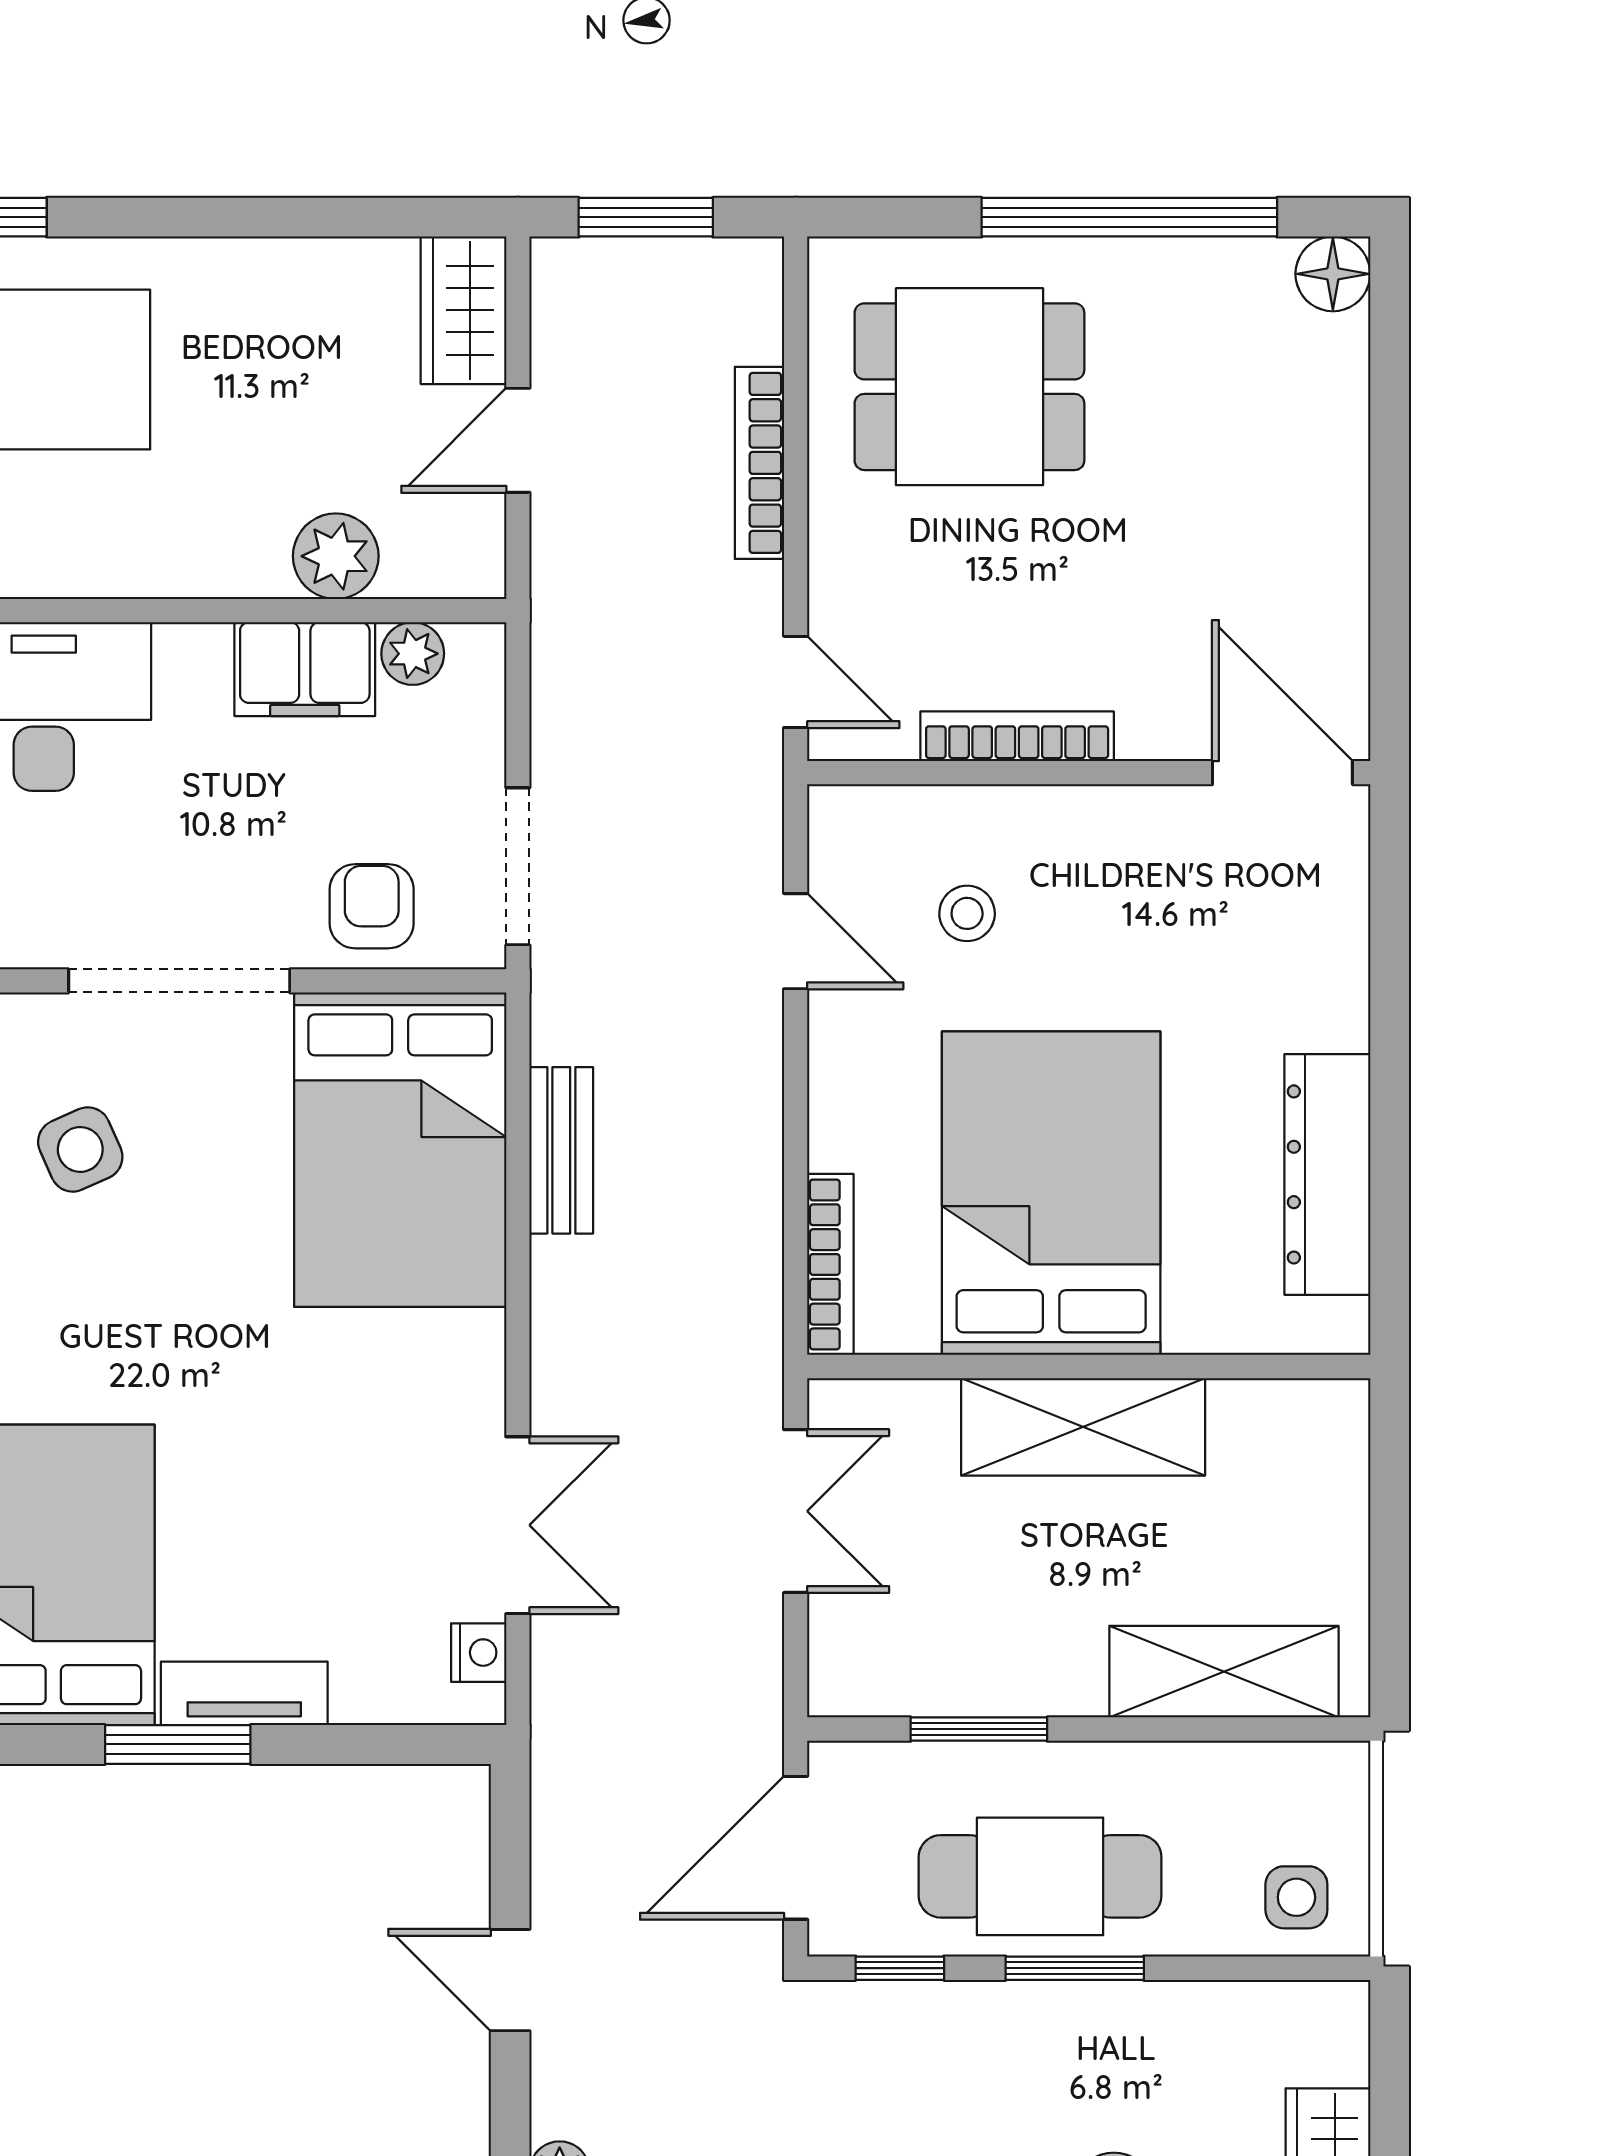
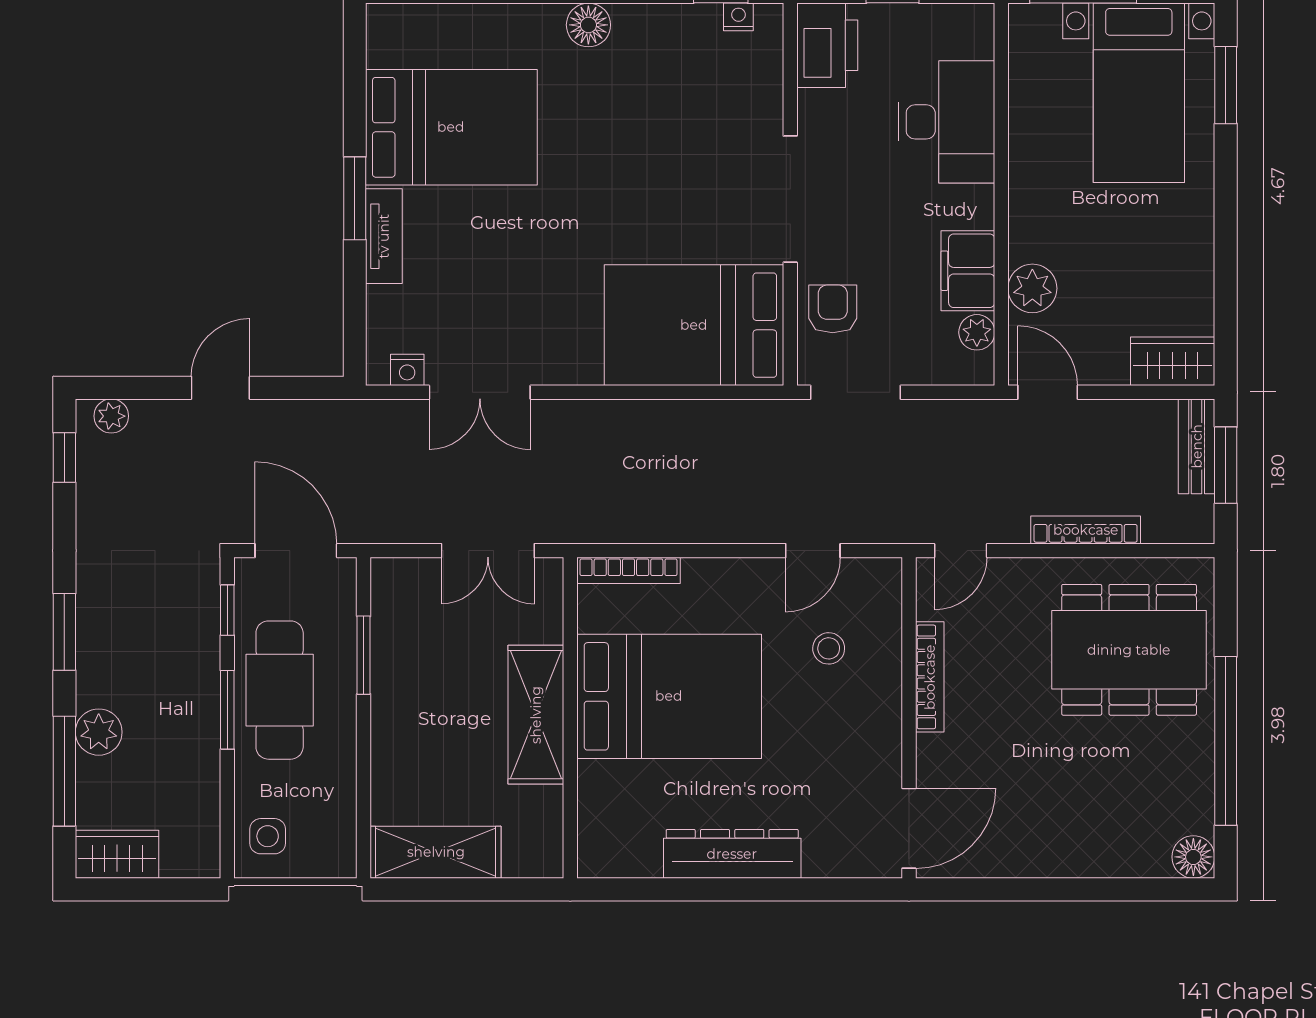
dining table: (969, 387) -> (1129, 650), width x1.38
door: (518, 440) -> (1048, 392), moved
armchair: (372, 906) -> (833, 309), turned -90
side table: (80, 1149) -> (694, 143), removed
bench: (561, 1150) -> (1197, 446), moved, turned 90
dresser: (1327, 1174) -> (732, 854), moved
shelving: (1224, 1672) -> (436, 852), moved, turned 90

